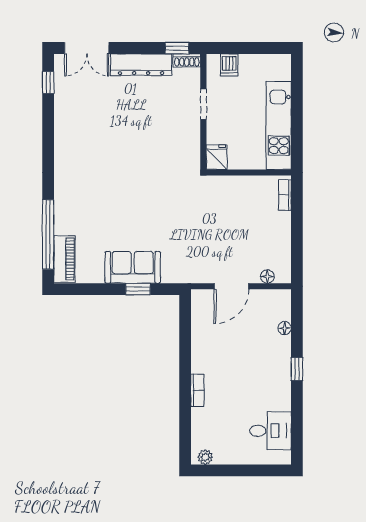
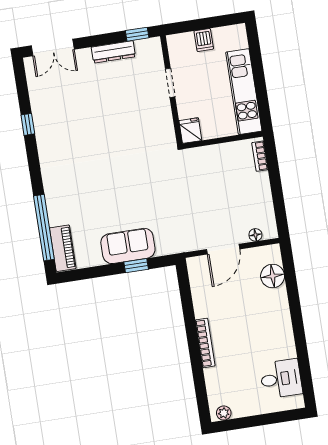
shoe rack: (187, 60) -> (148, 44), removed
dresser: (141, 65) -> (113, 52), width x0.73, depth x0.80
dishwasher: (229, 65) -> (204, 40), moved
window: (48, 82) -> (28, 124), moved
floor lamp: (285, 328) -> (273, 276), width x1.89, depth x1.89
window: (297, 369) -> (297, 317), removed
bookcase: (197, 390) -> (205, 343), width x1.56

